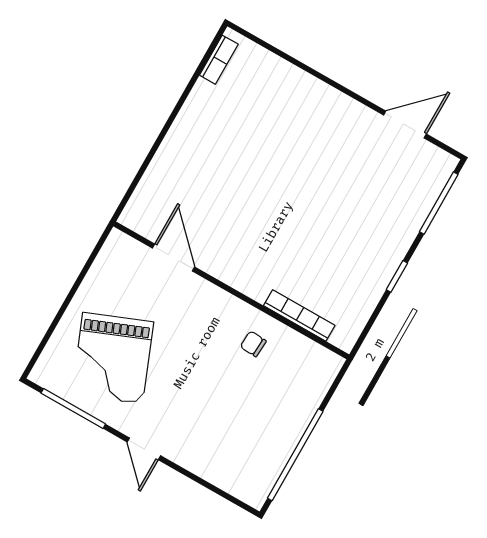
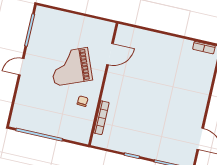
grand piano: (113, 358) -> (71, 67), moved

